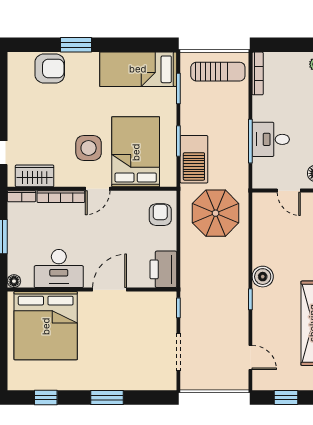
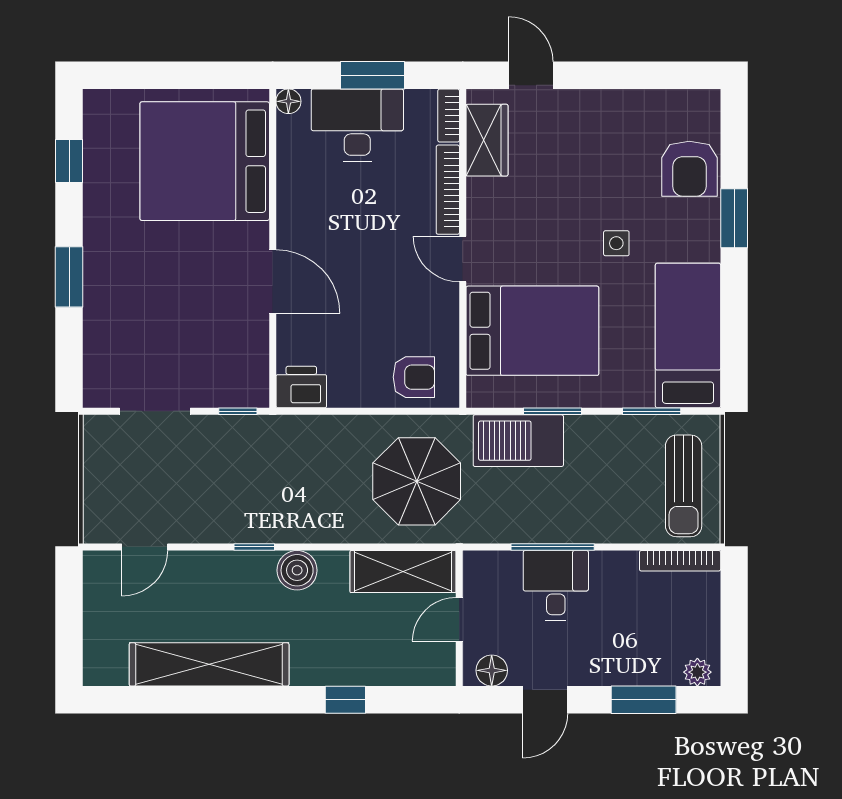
side table: (89, 148) -> (616, 243), moved, width x0.54, depth x0.54
shelving: (263, 220) -> (403, 572), added
desk: (59, 269) -> (357, 125), moved, turned 90
printer: (163, 269) -> (301, 387), width x0.73, depth x0.84
window: (286, 397) -> (69, 614), removed

